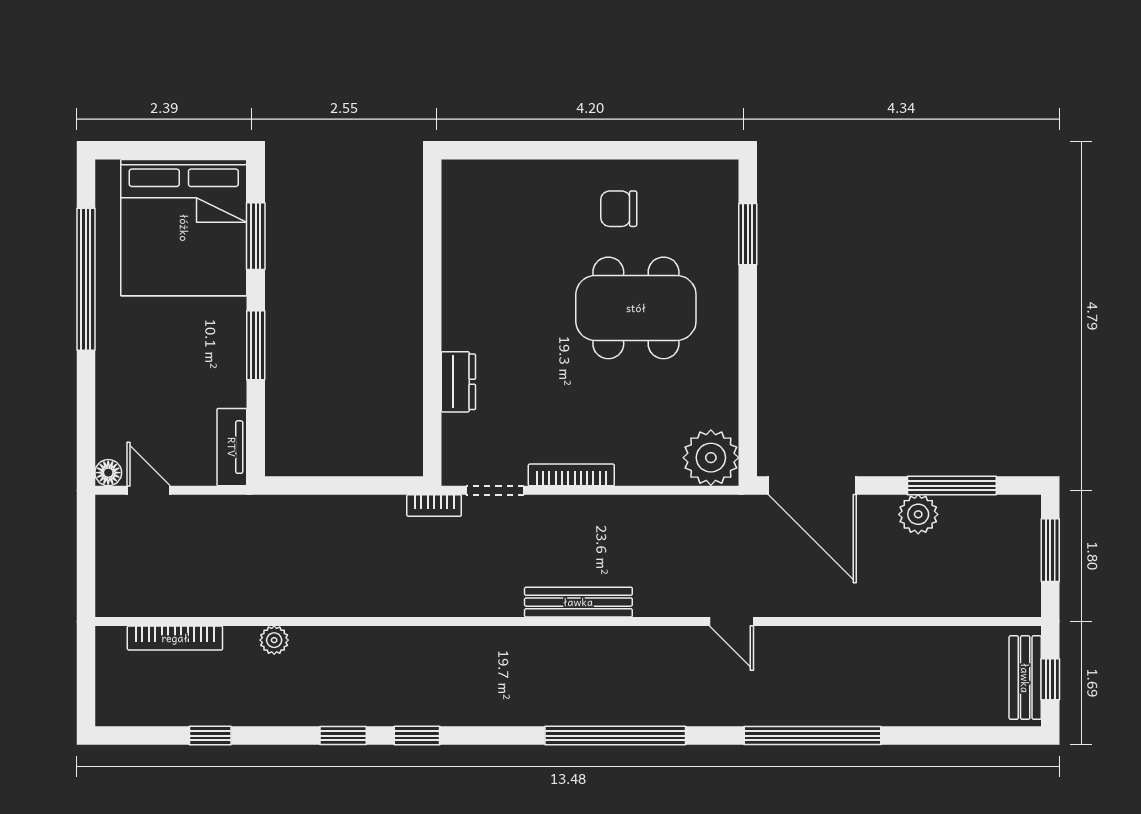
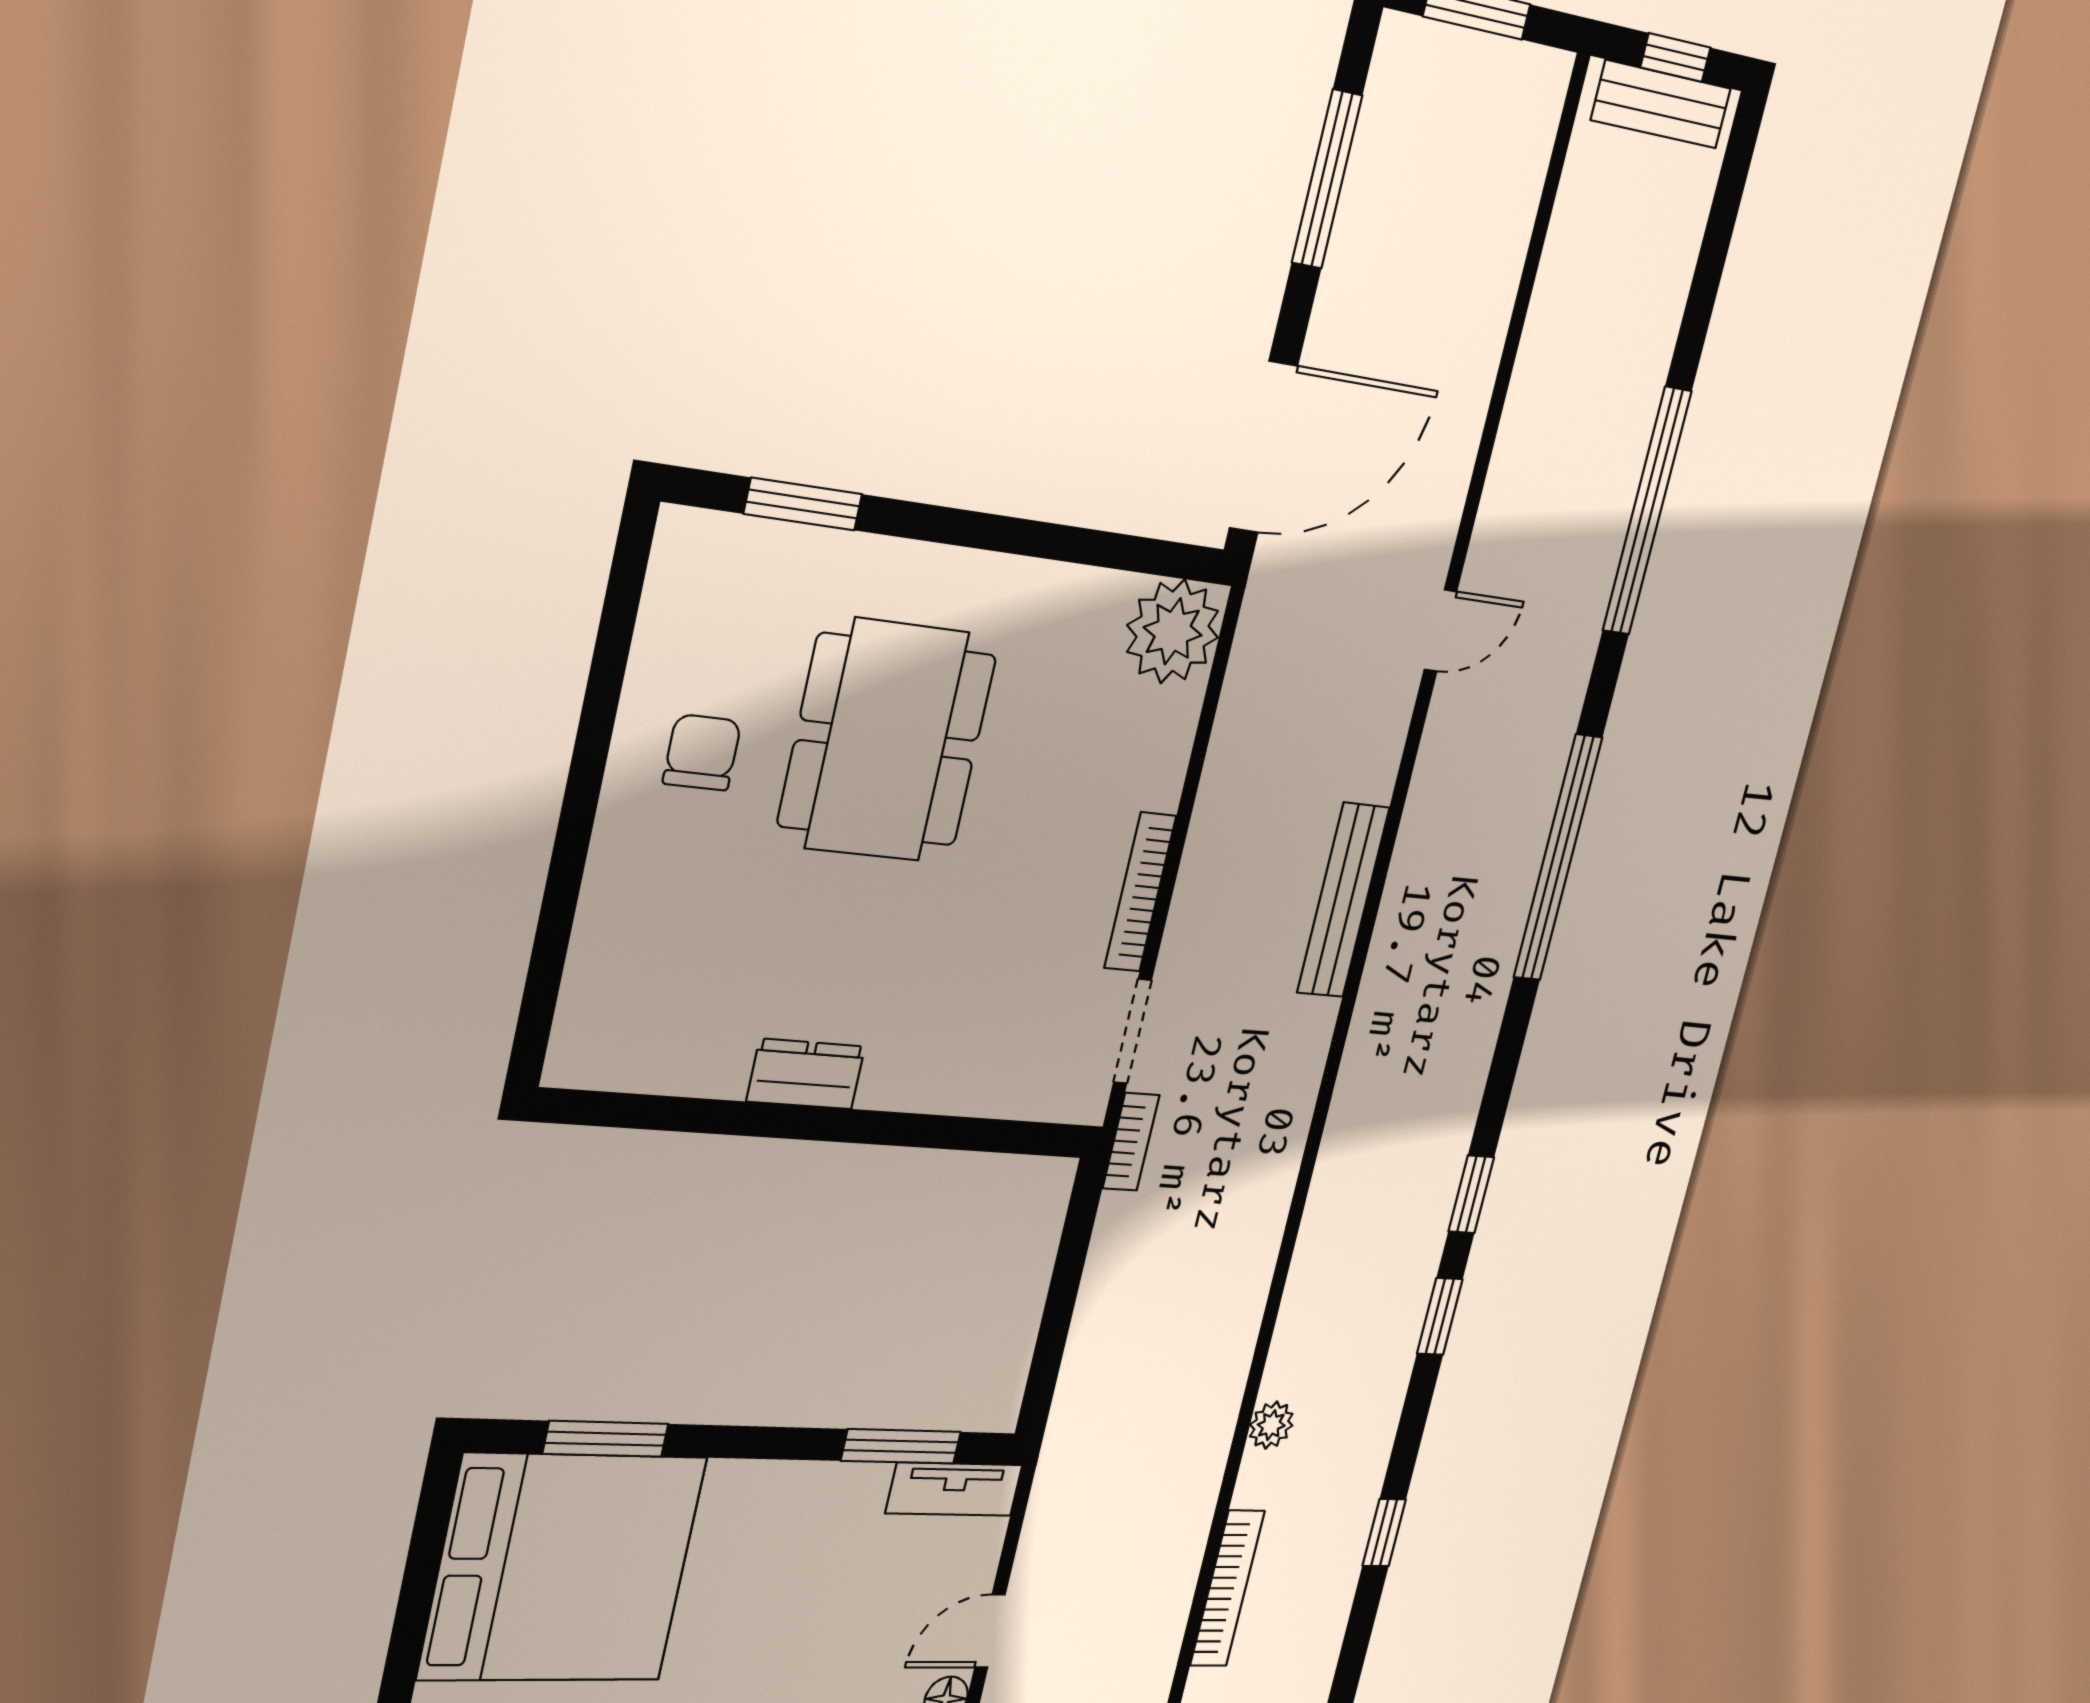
chair: (619, 209) -> (702, 752), turned 180
window: (256, 345) -> (901, 1446), moved
dresser: (458, 382) -> (806, 1074), moved
plant: (918, 514) -> (1358, 254), removed

